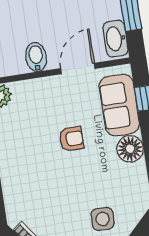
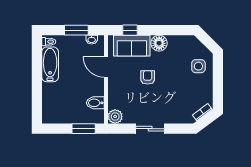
washbasin: (115, 39) -> (92, 40), width x0.52, depth x0.69
bidet: (36, 57) -> (95, 103), moved

